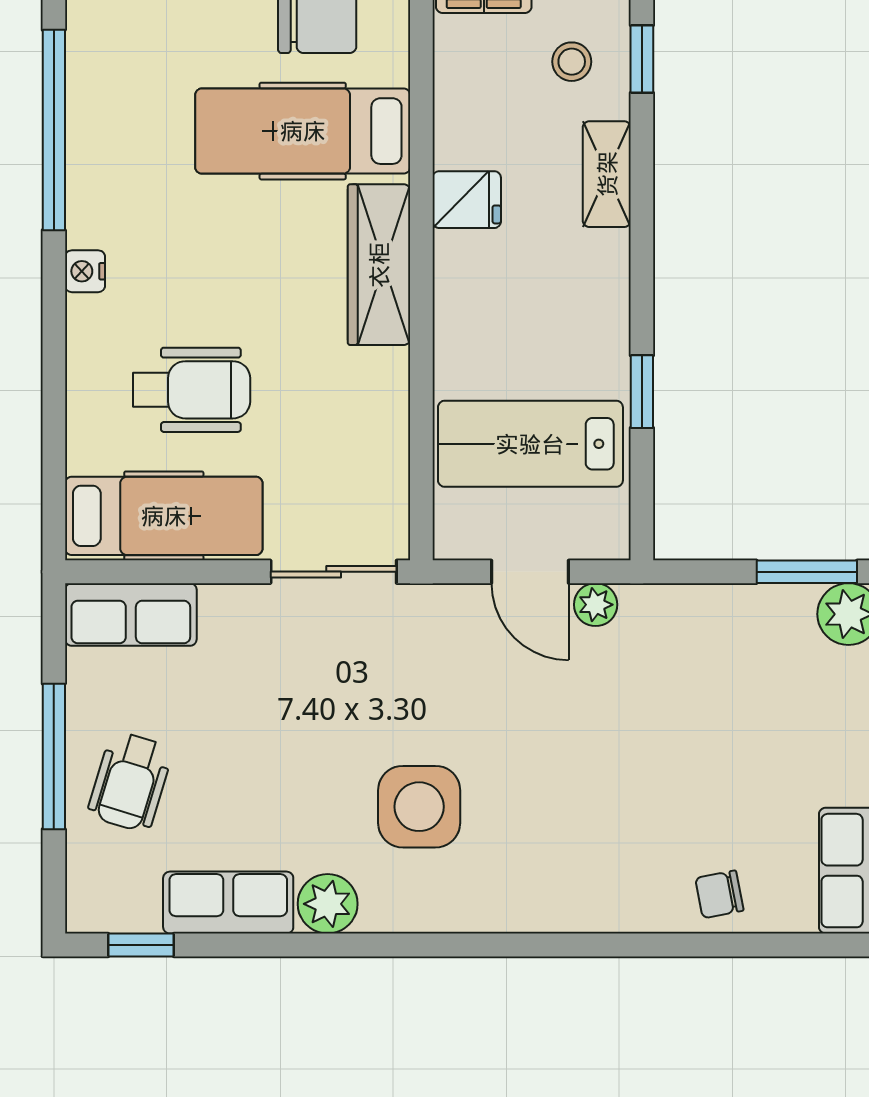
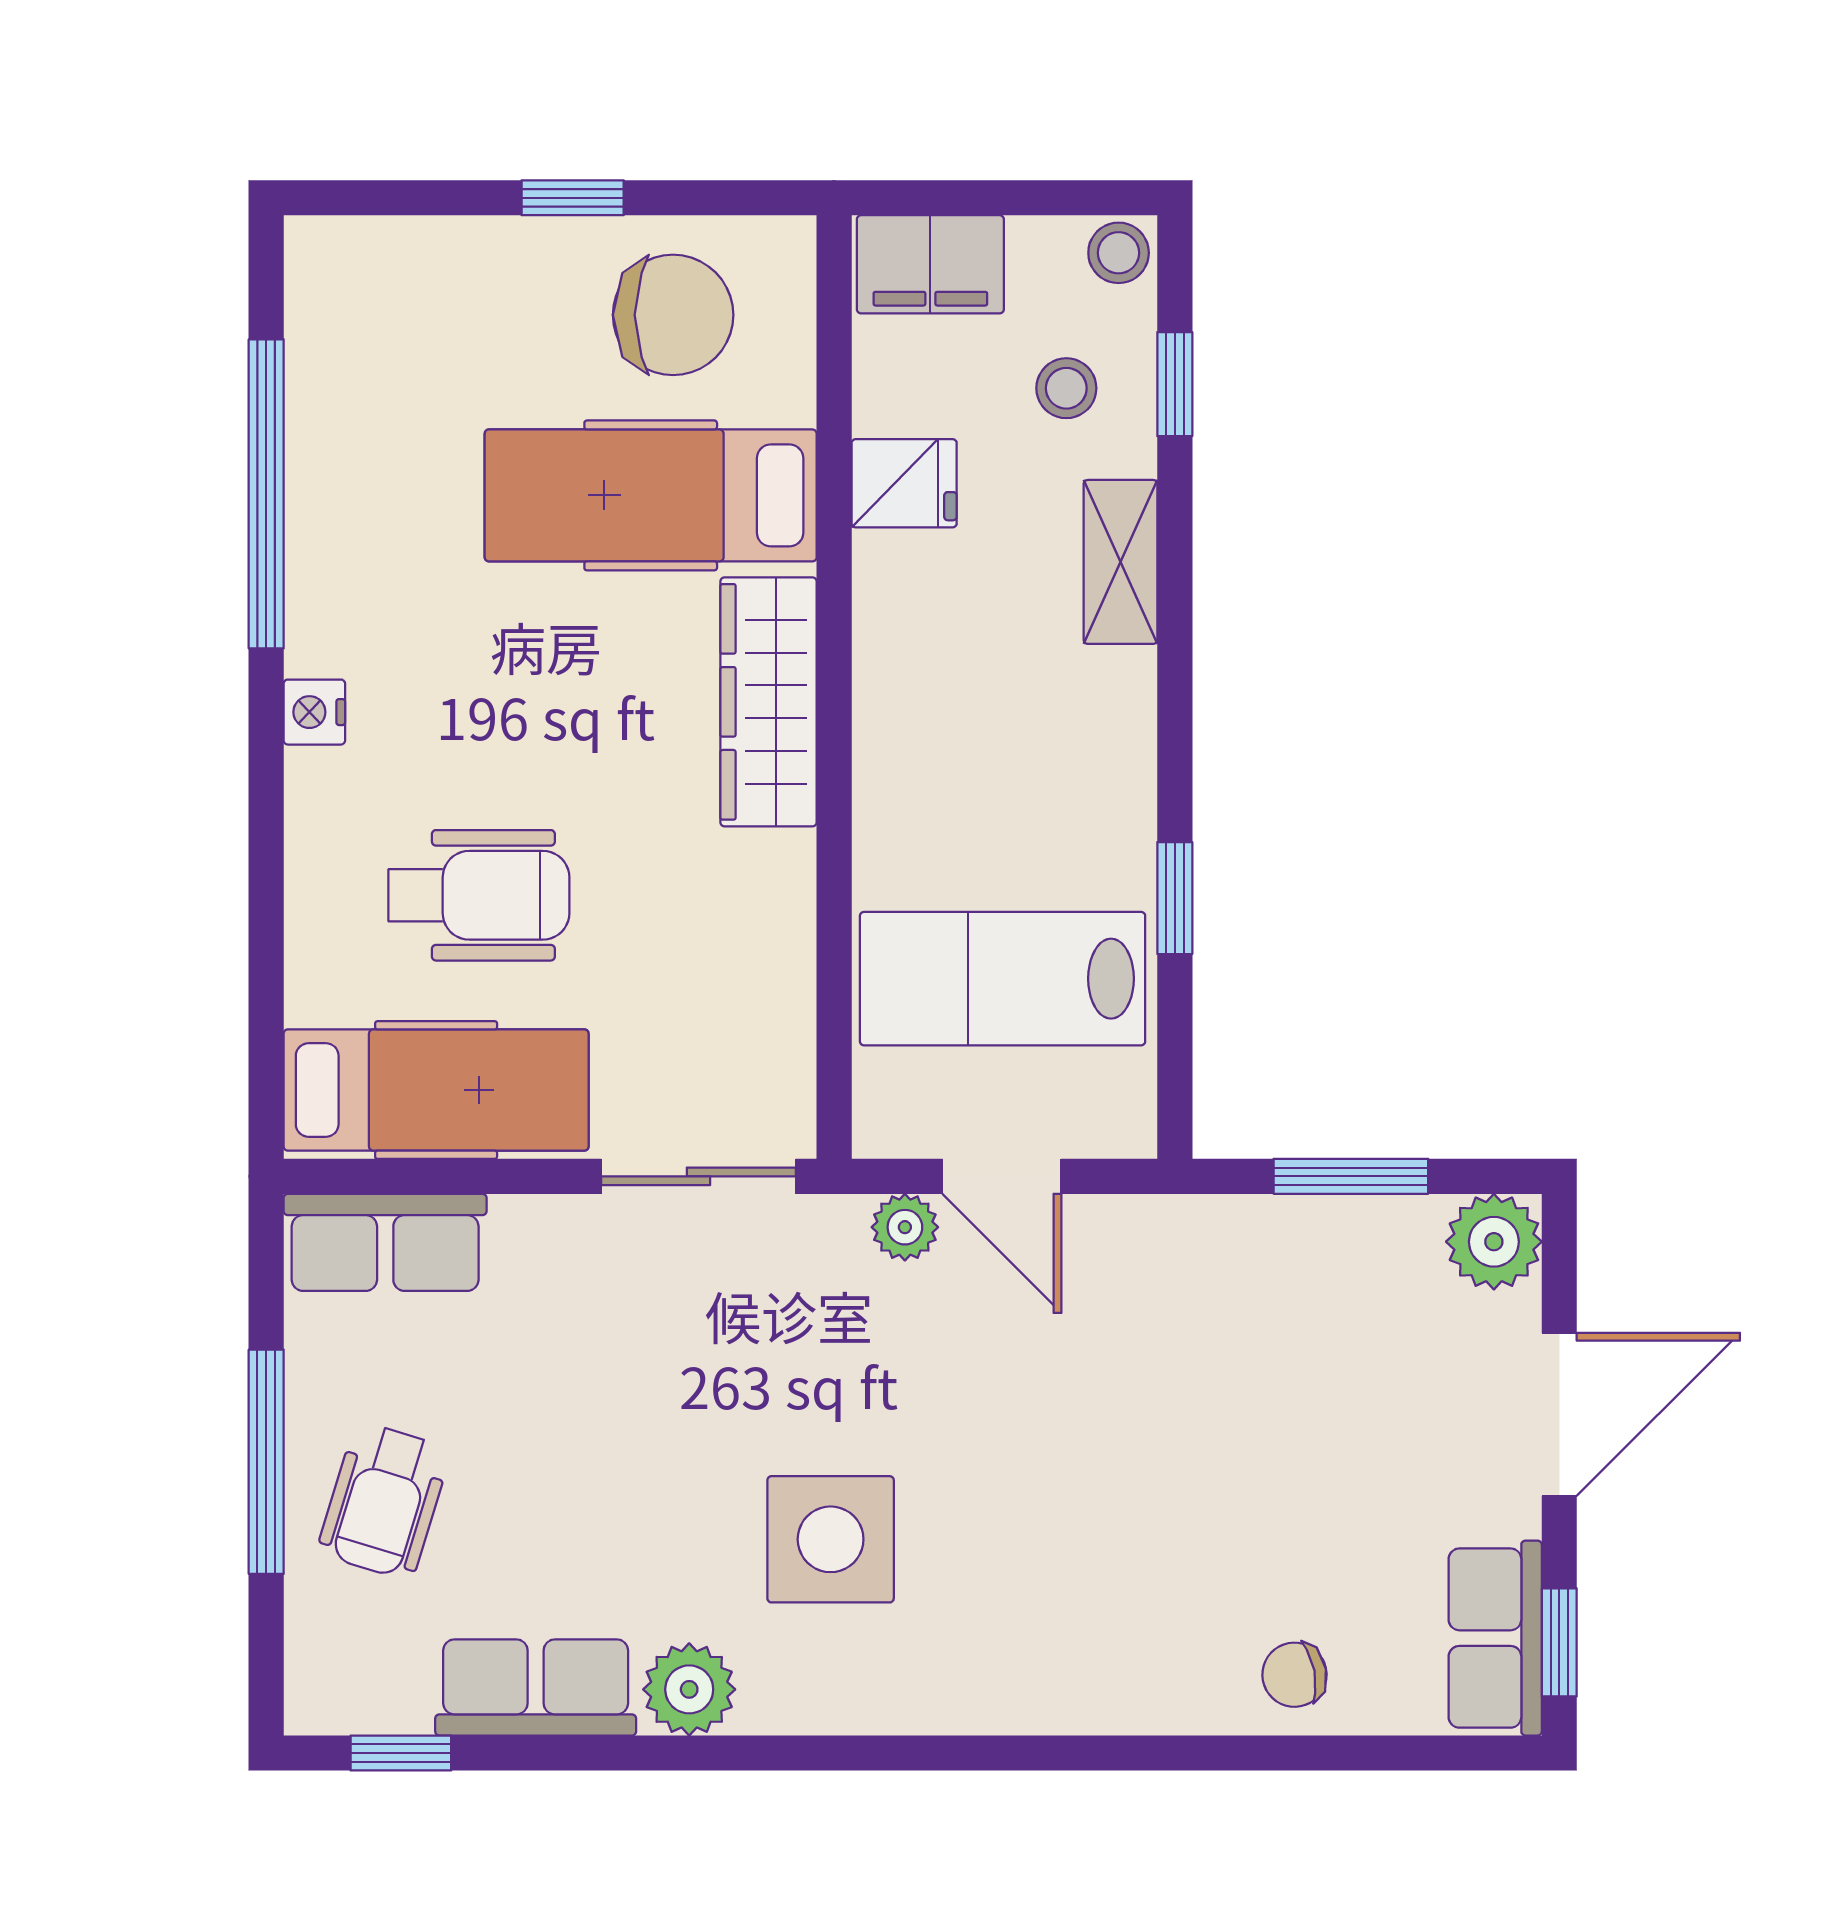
fridge: (467, 200) -> (904, 483), moved
window: (807, 572) -> (1351, 1176), moved
plant: (596, 605) -> (905, 1227), moved

